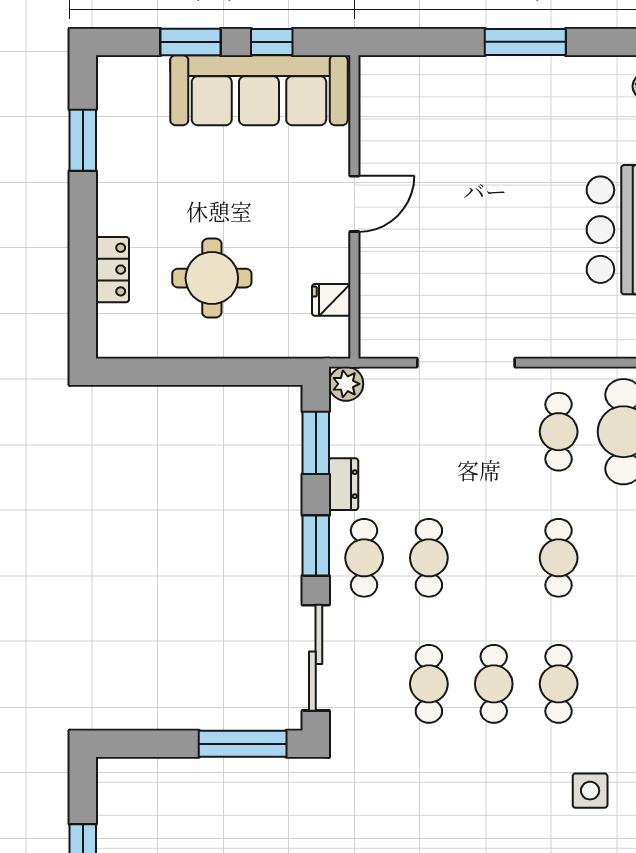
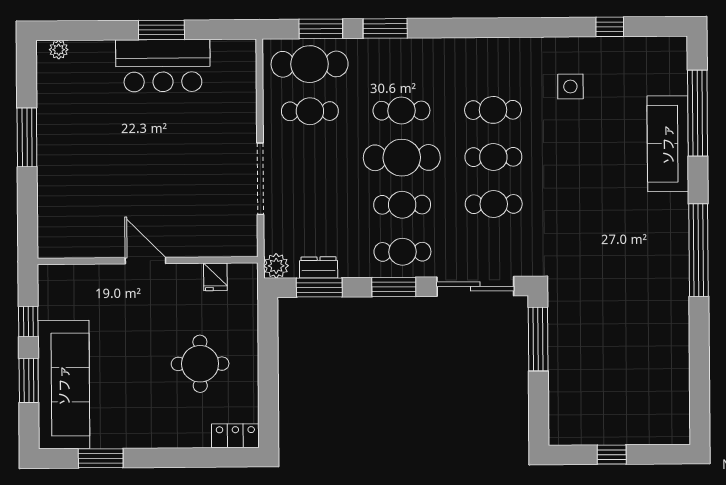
sofa: (259, 90) -> (64, 385), moved
locker: (112, 270) -> (235, 436), moved
dresser: (343, 484) -> (319, 267), moved
cafe table: (494, 558) -> (402, 158), added

